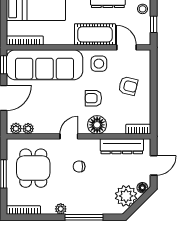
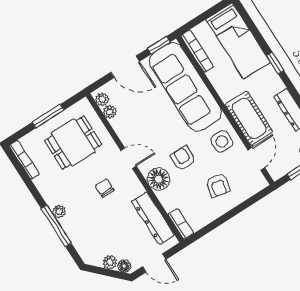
plant: (126, 196) -> (110, 262), width x0.53, depth x0.53
plant: (61, 209) -> (59, 211), moved

